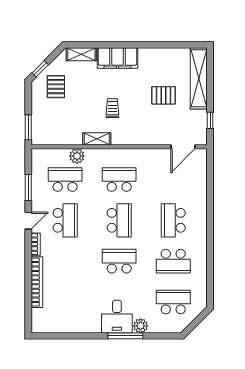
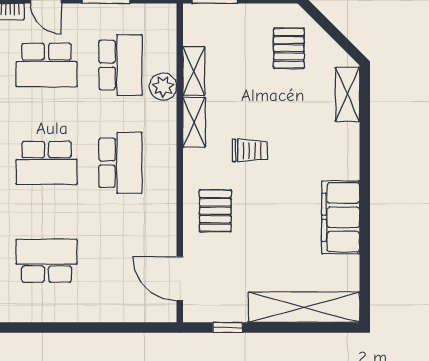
filing cabinet: (117, 58) -> (341, 217), moved
window: (40, 69) -> (321, 20), removed
pallet: (56, 87) -> (289, 48), turned 90
pallet: (163, 95) -> (215, 211), moved
shelving: (68, 139) -> (194, 71), added

